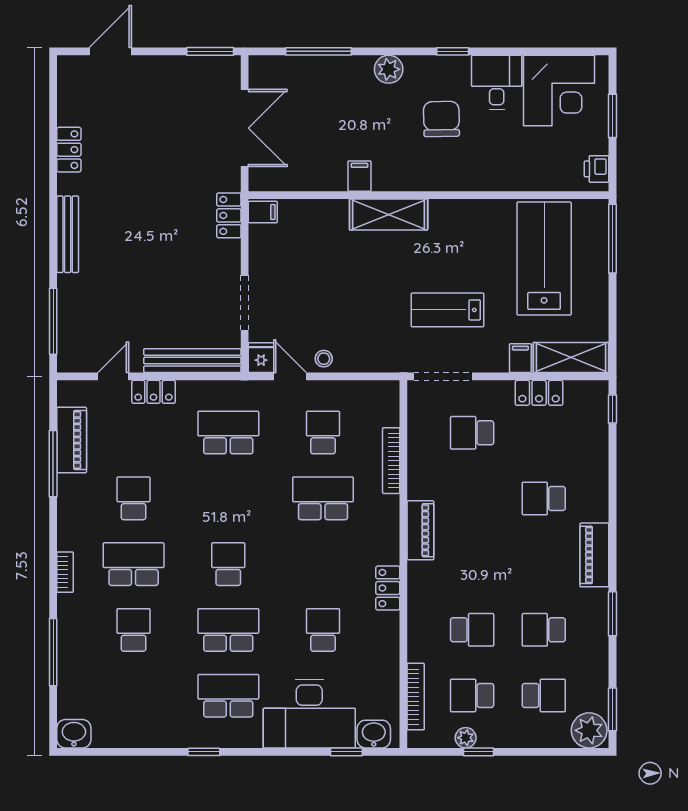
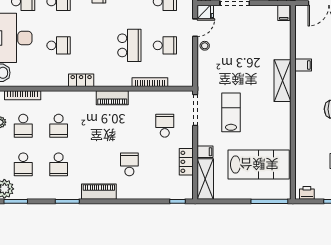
school desk: (544, 630) -> (59, 164), turned 180
school desk: (472, 695) -> (23, 126), turned 180

